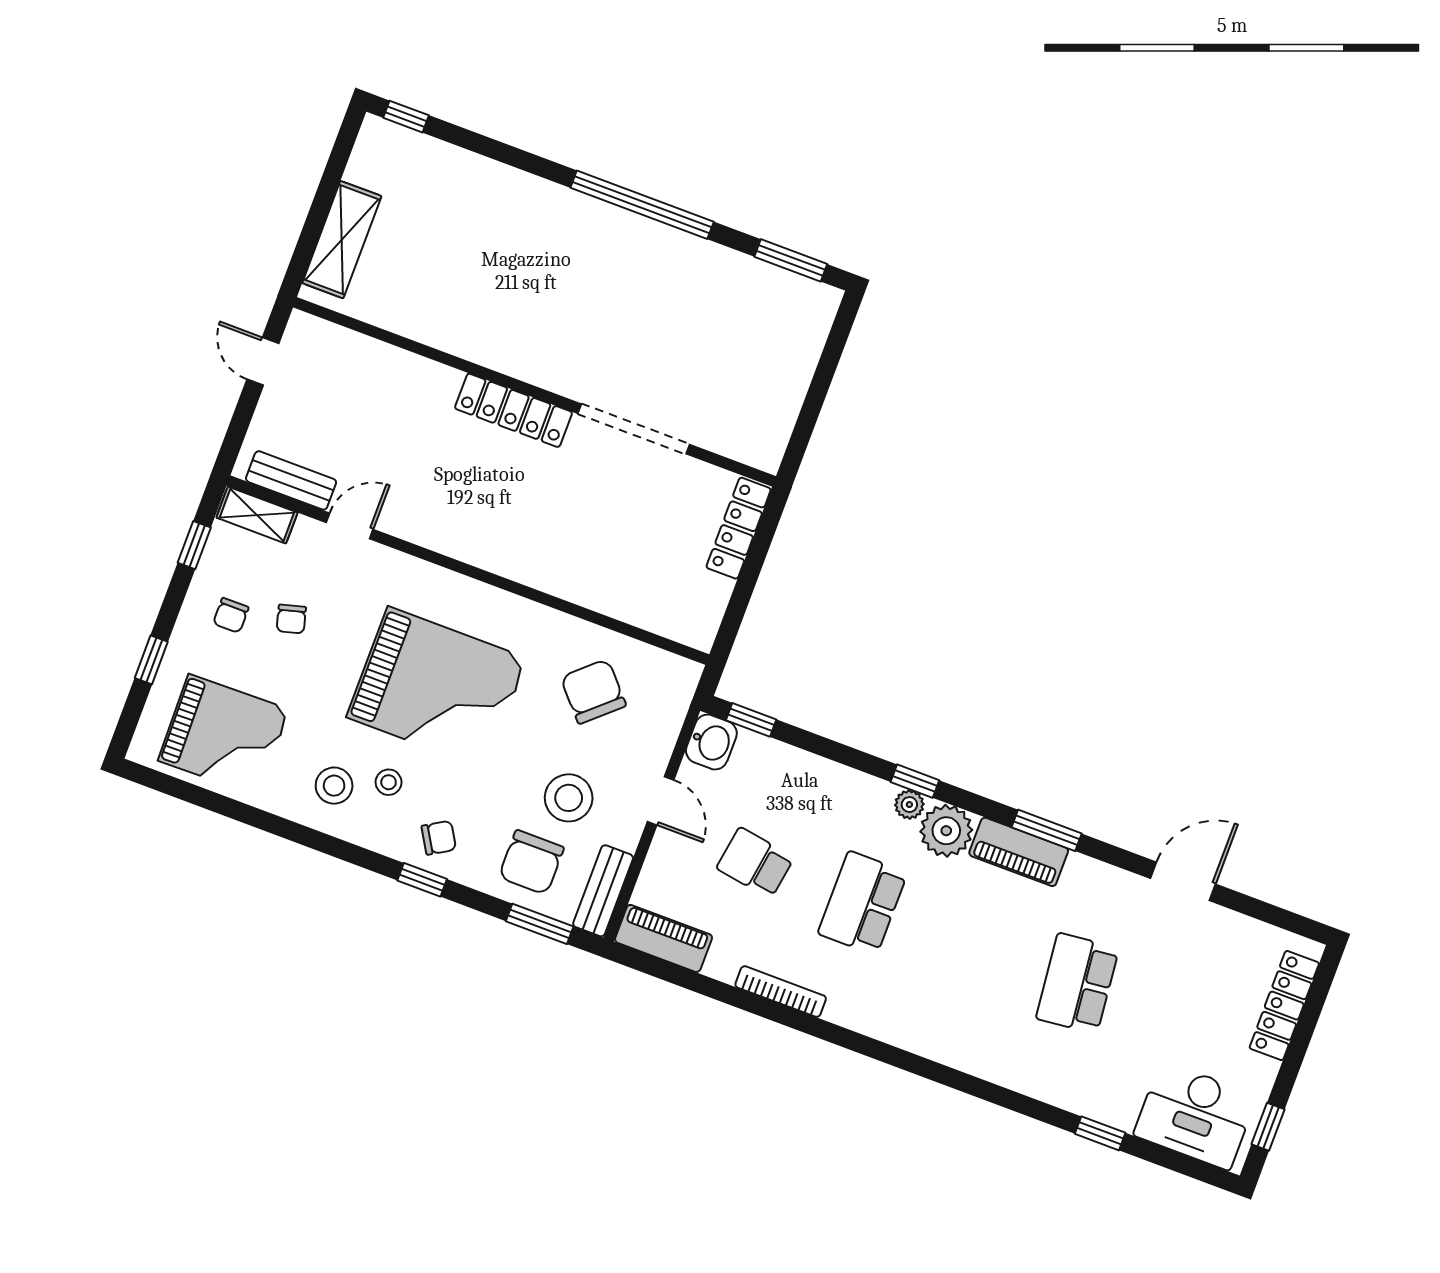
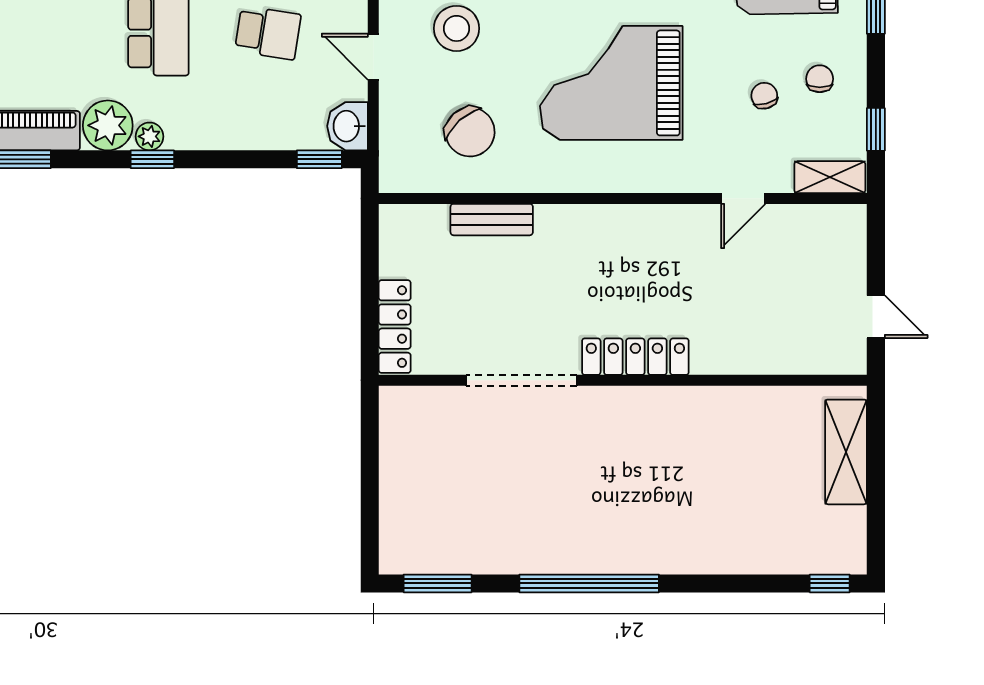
bench: (291, 480) -> (492, 220), moved

